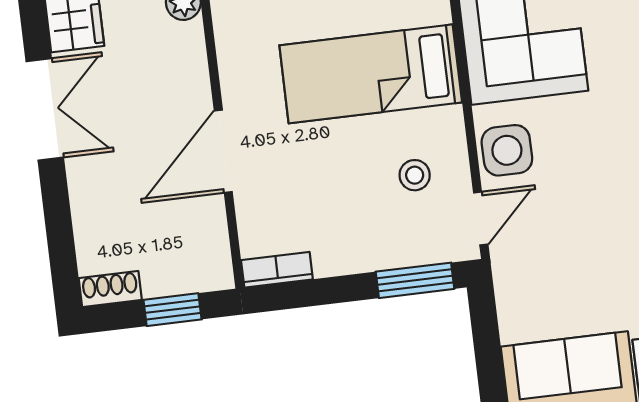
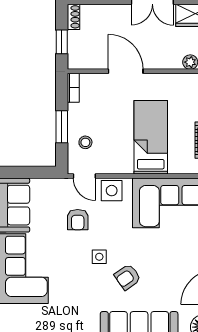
stool: (415, 175) -> (85, 142), moved
armchair: (585, 222) -> (78, 220), added
window: (415, 280) -> (62, 127), moved

